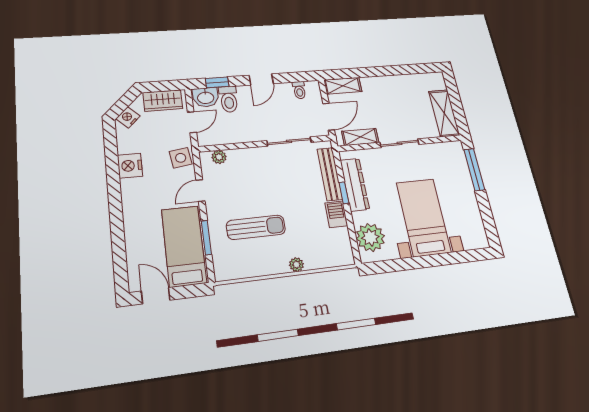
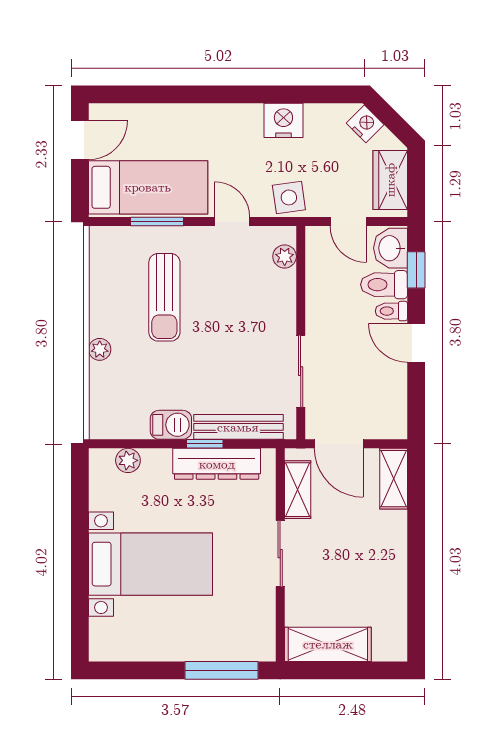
toilet: (299, 90) -> (391, 311), moved
plant: (370, 237) -> (128, 460), width x0.53, depth x0.53

